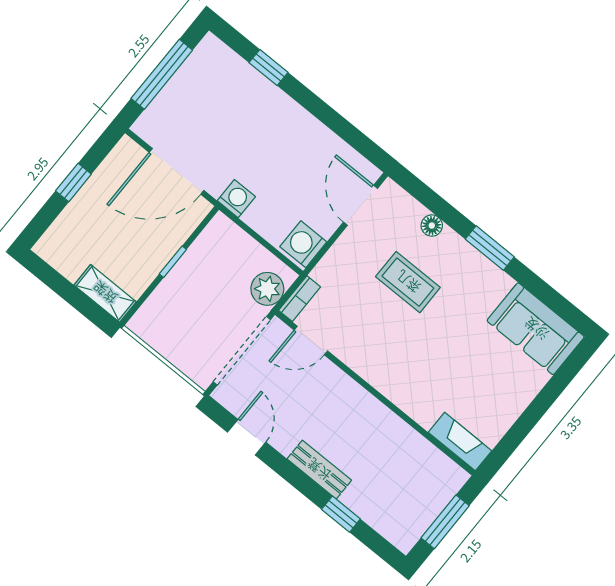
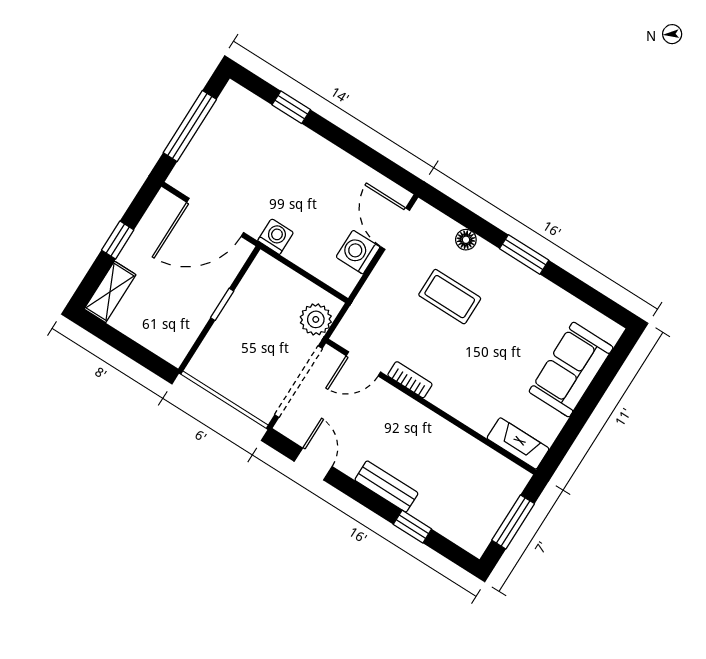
washing machine: (303, 244) -> (358, 252), moved
shelving: (105, 293) -> (110, 292), moved, turned 90
bookcase: (300, 299) -> (410, 380), moved, turned -90
sofa: (536, 329) -> (571, 370), moved, turned 90

